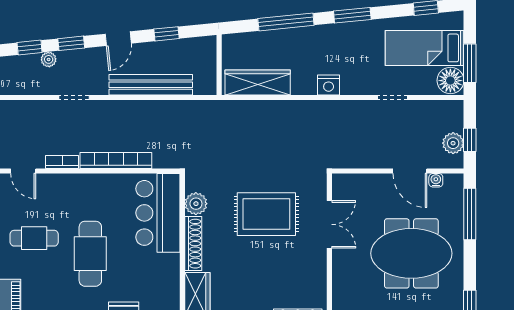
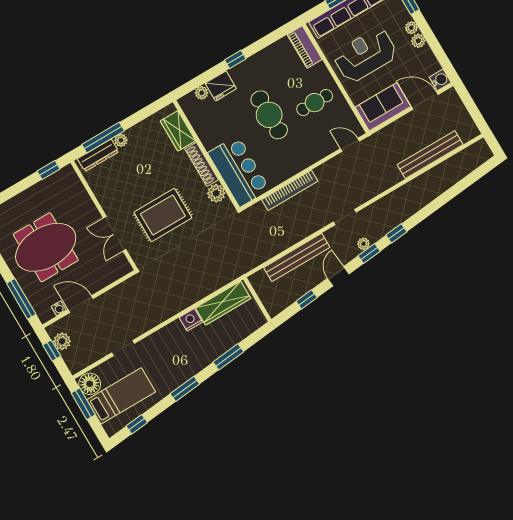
window: (286, 22) -> (228, 357), width x0.69
plant: (49, 59) -> (364, 244), moved
nightstand: (329, 85) -> (191, 320), moved
bookcase: (62, 162) -> (327, 167), removed

